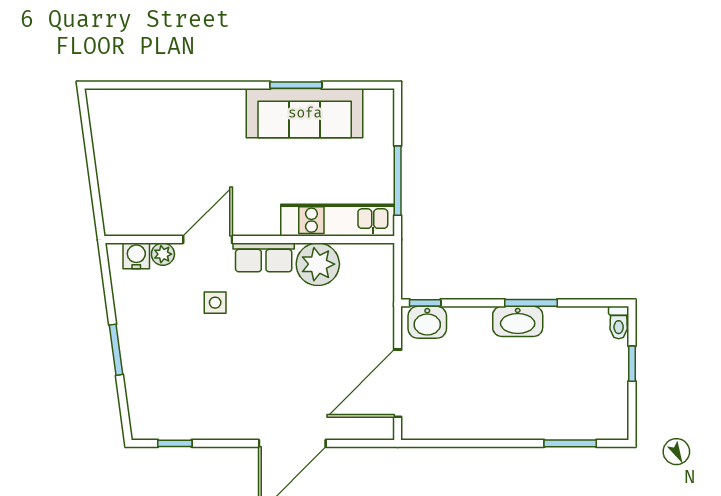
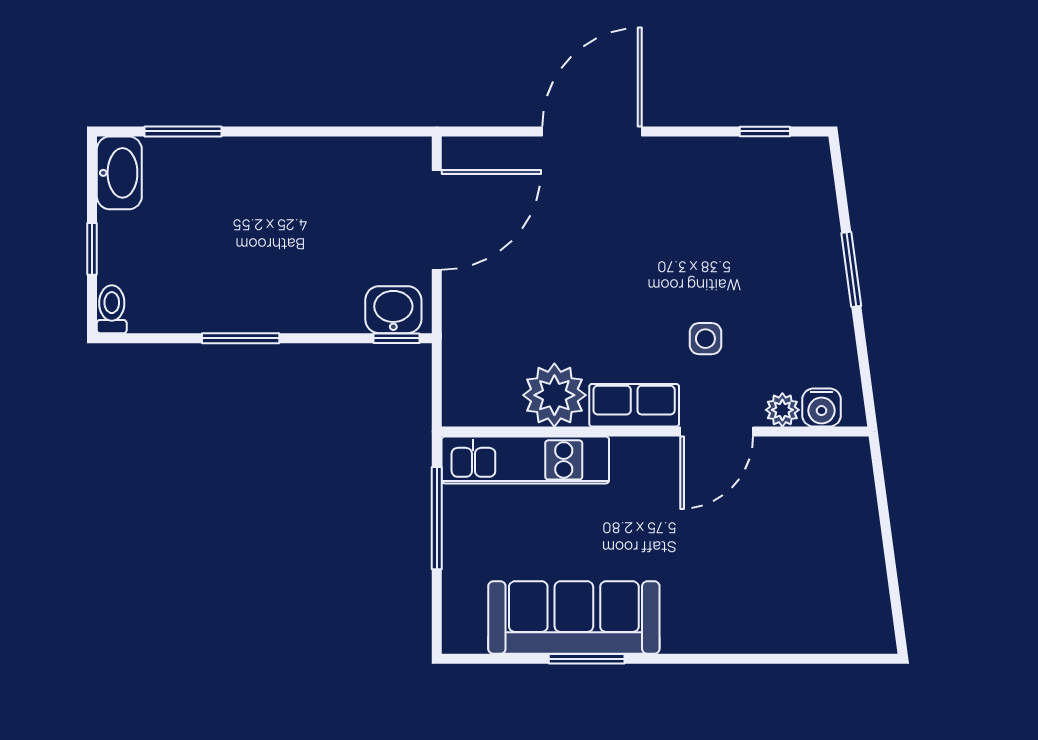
washbasin: (518, 321) -> (119, 173), moved, turned 90

